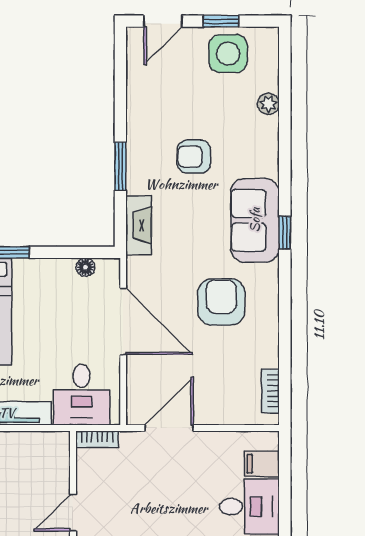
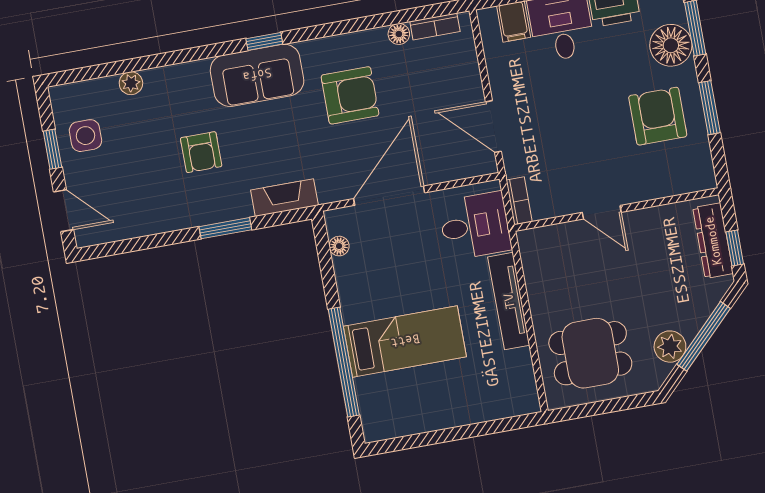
side table: (228, 54) -> (85, 136), width x0.73, depth x0.73
armchair: (221, 302) -> (350, 95), turned 180
floor lamp: (269, 357) -> (399, 34), added

